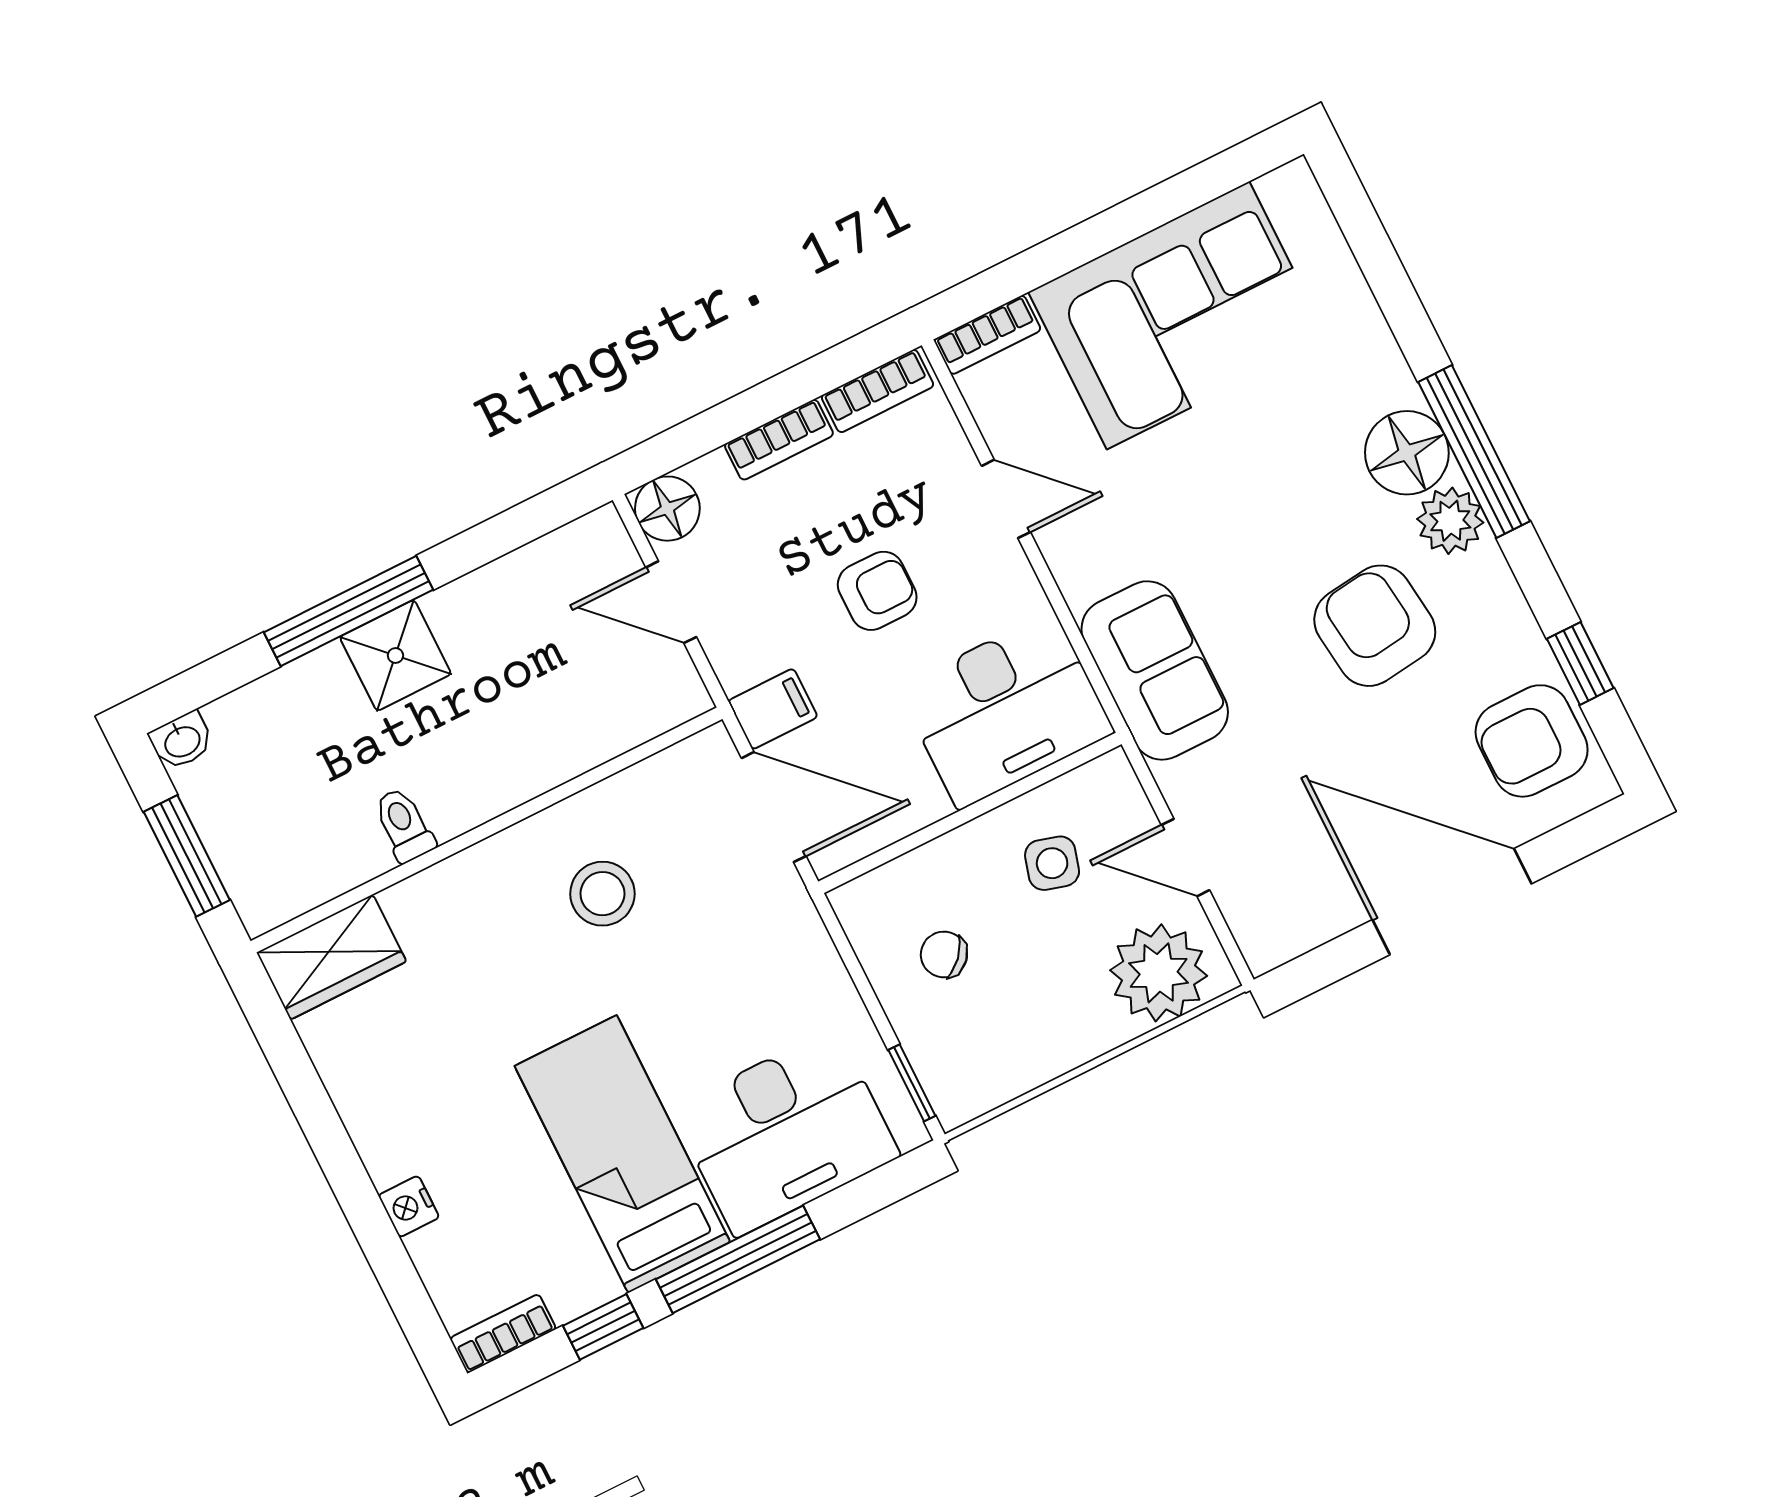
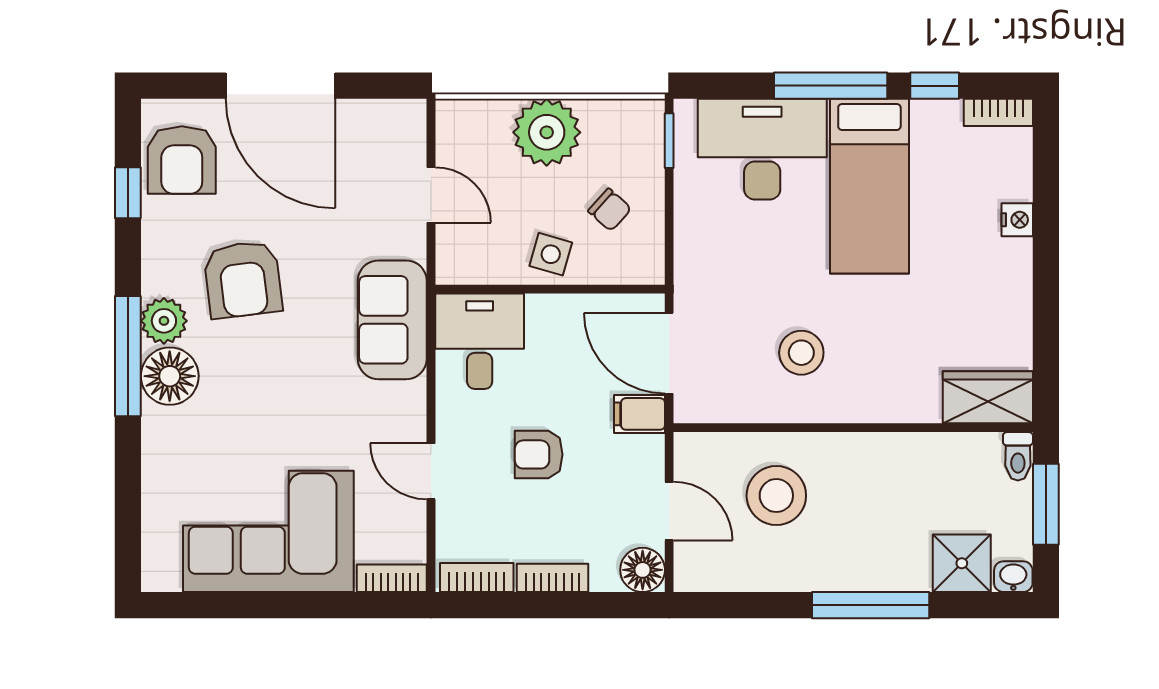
shower: (395, 655) -> (962, 563), moved
stool: (542, 692) -> (776, 496), added
desk: (1006, 710) -> (480, 341), width x0.73
armchair: (1532, 741) -> (182, 160), turned 90
toilet: (404, 825) -> (1018, 456), moved
side table: (1052, 863) -> (551, 254), moved
plant: (1159, 973) -> (547, 132), moved

